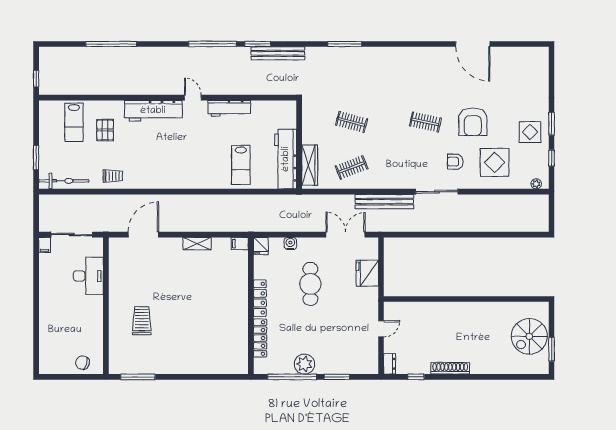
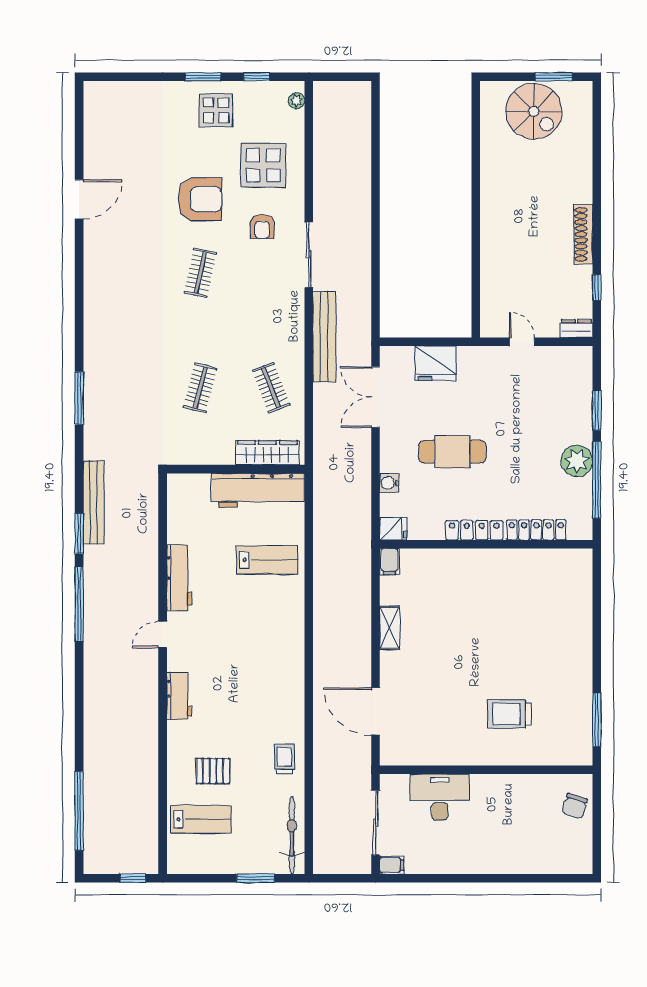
window: (111, 44) -> (79, 811), moved
door: (473, 44) -> (79, 199), width x0.73
workbench: (153, 111) -> (179, 696), width x0.53, depth x0.76

